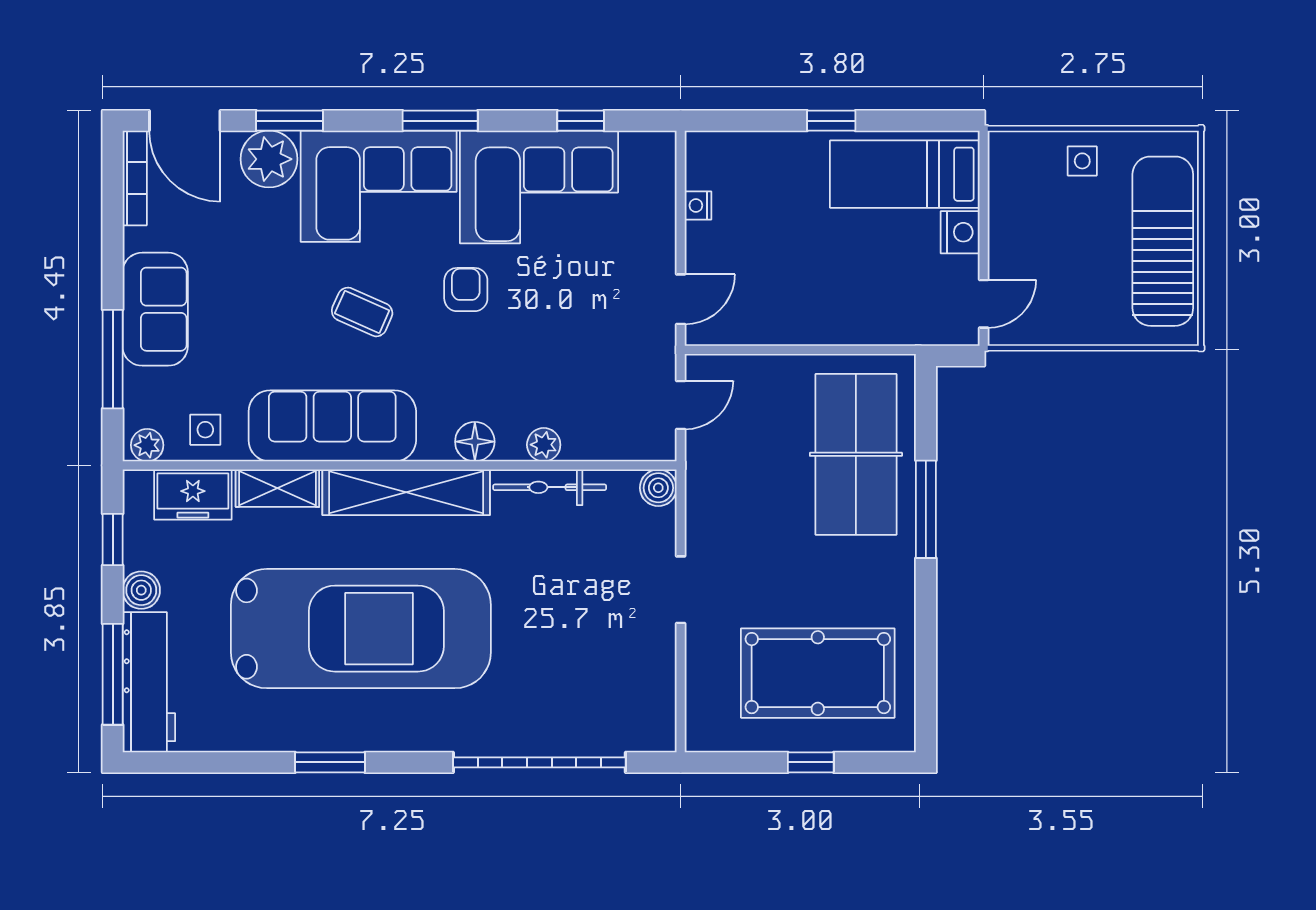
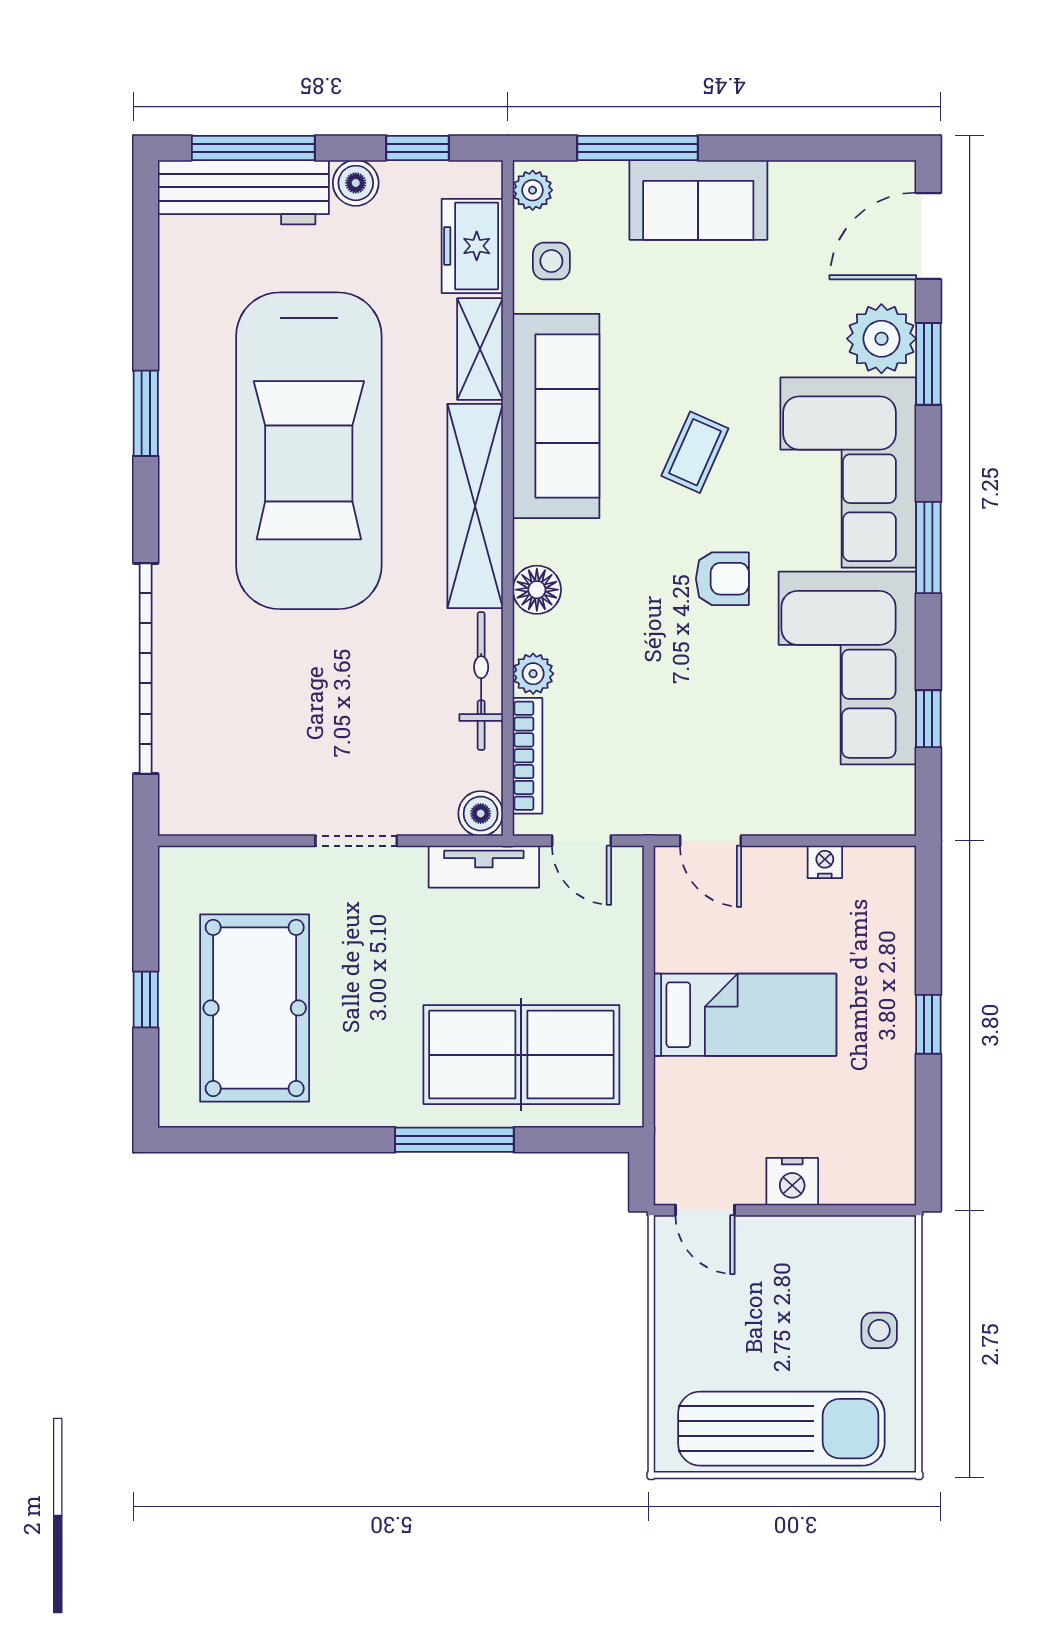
bed: (905, 174) -> (745, 1015), moved, turned 90
bookcase: (135, 178) -> (528, 756), moved, turned -90
tv unit: (702, 485) -> (484, 867), added

